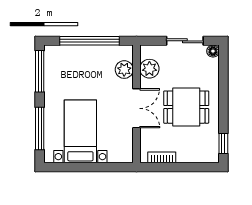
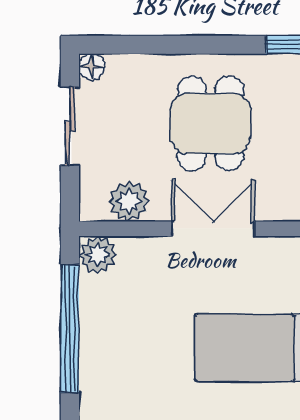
plant: (124, 70) -> (98, 255), moved

